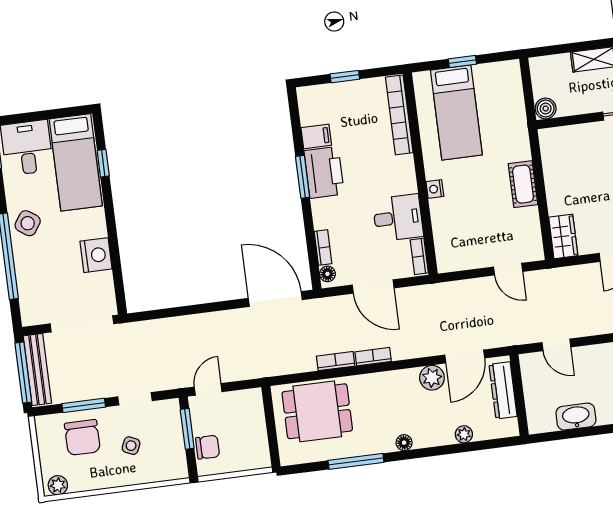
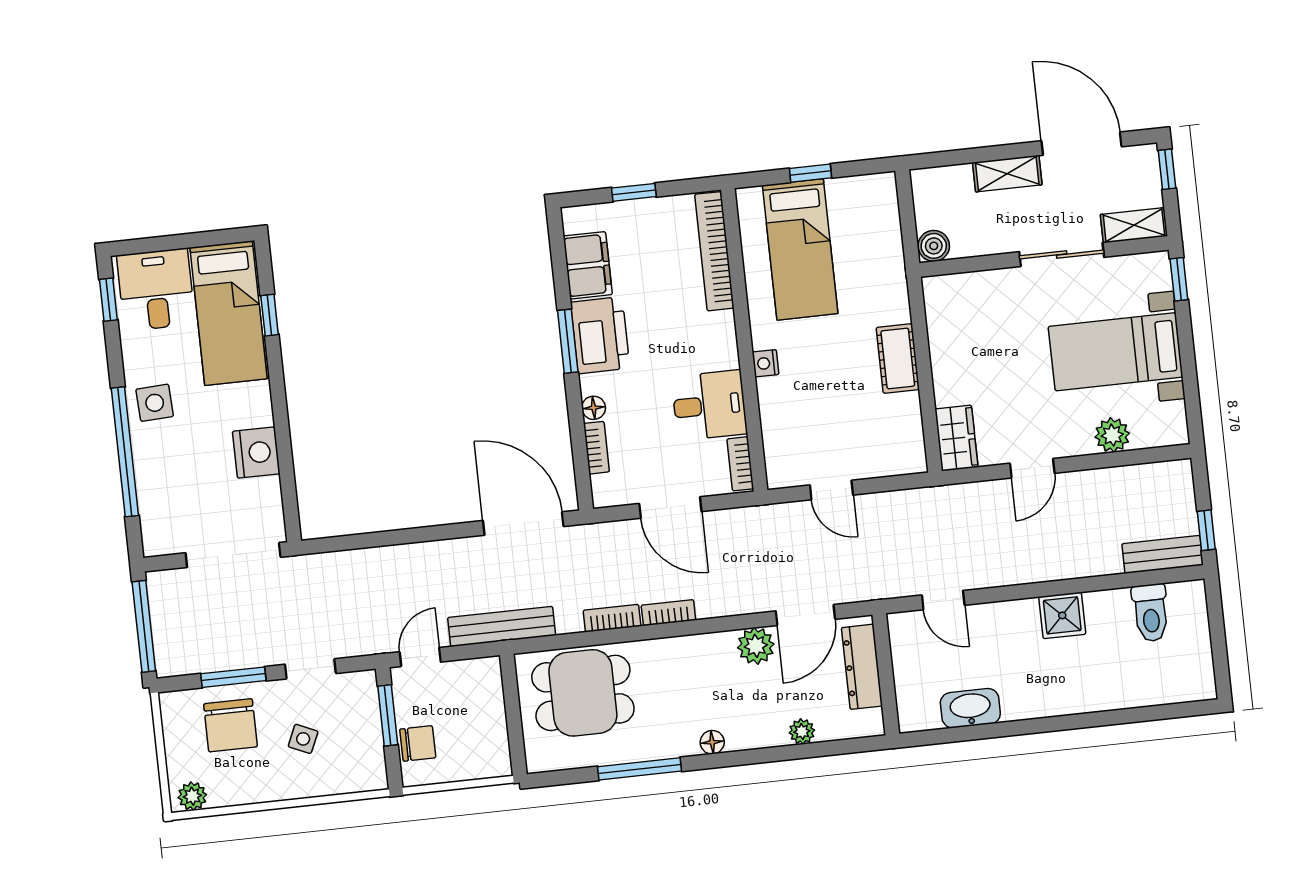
filing cabinet: (316, 136) -> (588, 265), width x2.00
side table: (28, 223) -> (155, 403), turned -37
door: (508, 269) -> (831, 490), moved
floor lamp: (327, 274) -> (594, 408), moved
bench: (37, 370) -> (502, 626), moved, turned 90

